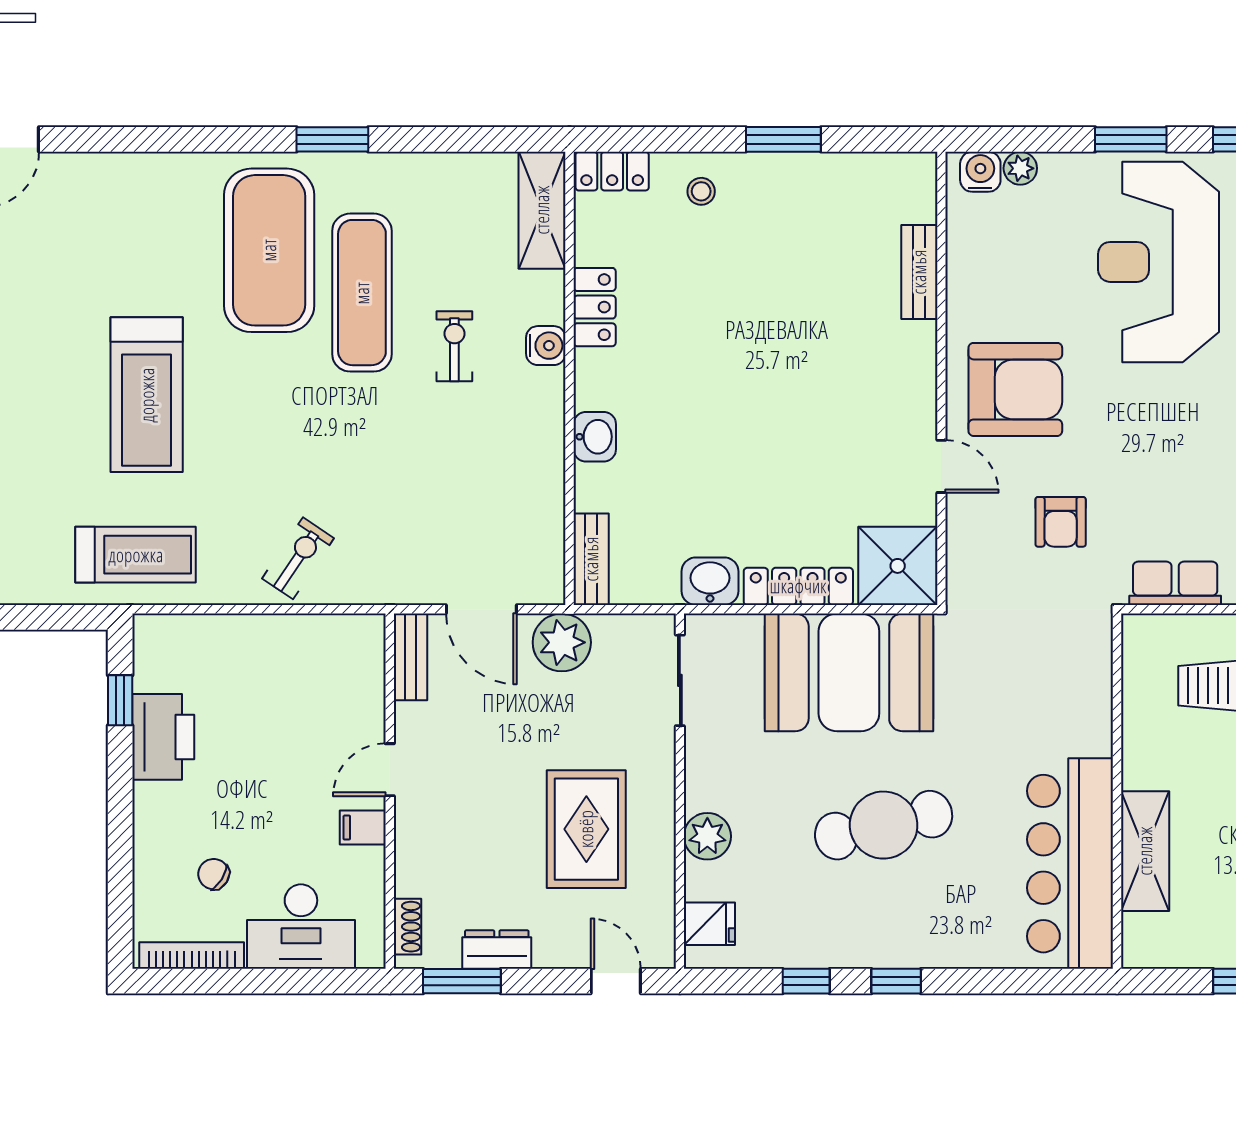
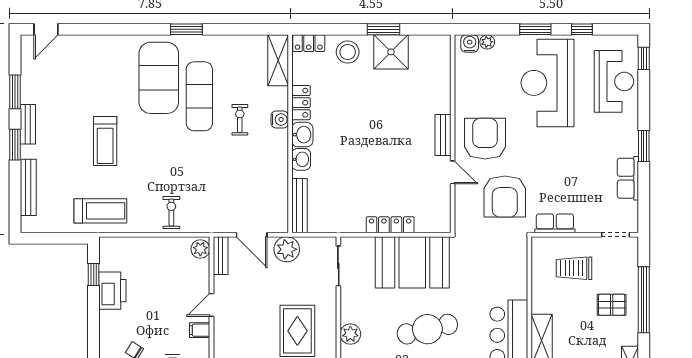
stool: (701, 191) -> (348, 52), width x1.89, depth x1.89
bench: (919, 272) -> (443, 135), moved
armchair: (1015, 389) -> (485, 139), turned -90
treadmill: (147, 395) -> (105, 141), width x0.73, depth x0.73
armchair: (1061, 522) -> (505, 197), width x1.88, depth x1.88
exercise bike: (298, 558) -> (171, 212), turned -34
bench: (591, 559) -> (300, 206), width x1.36
shower: (898, 566) -> (391, 52), moved
washbasin: (710, 581) -> (302, 135), moved, turned 90
plant: (364, 642) -> (200, 249), added

